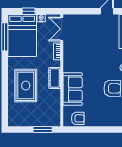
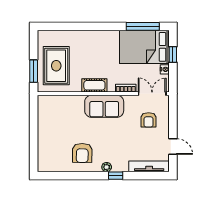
rug: (26, 86) -> (56, 66), moved, turned 90
sofa: (73, 89) -> (104, 106), moved
armchair: (78, 118) -> (149, 120), moved

